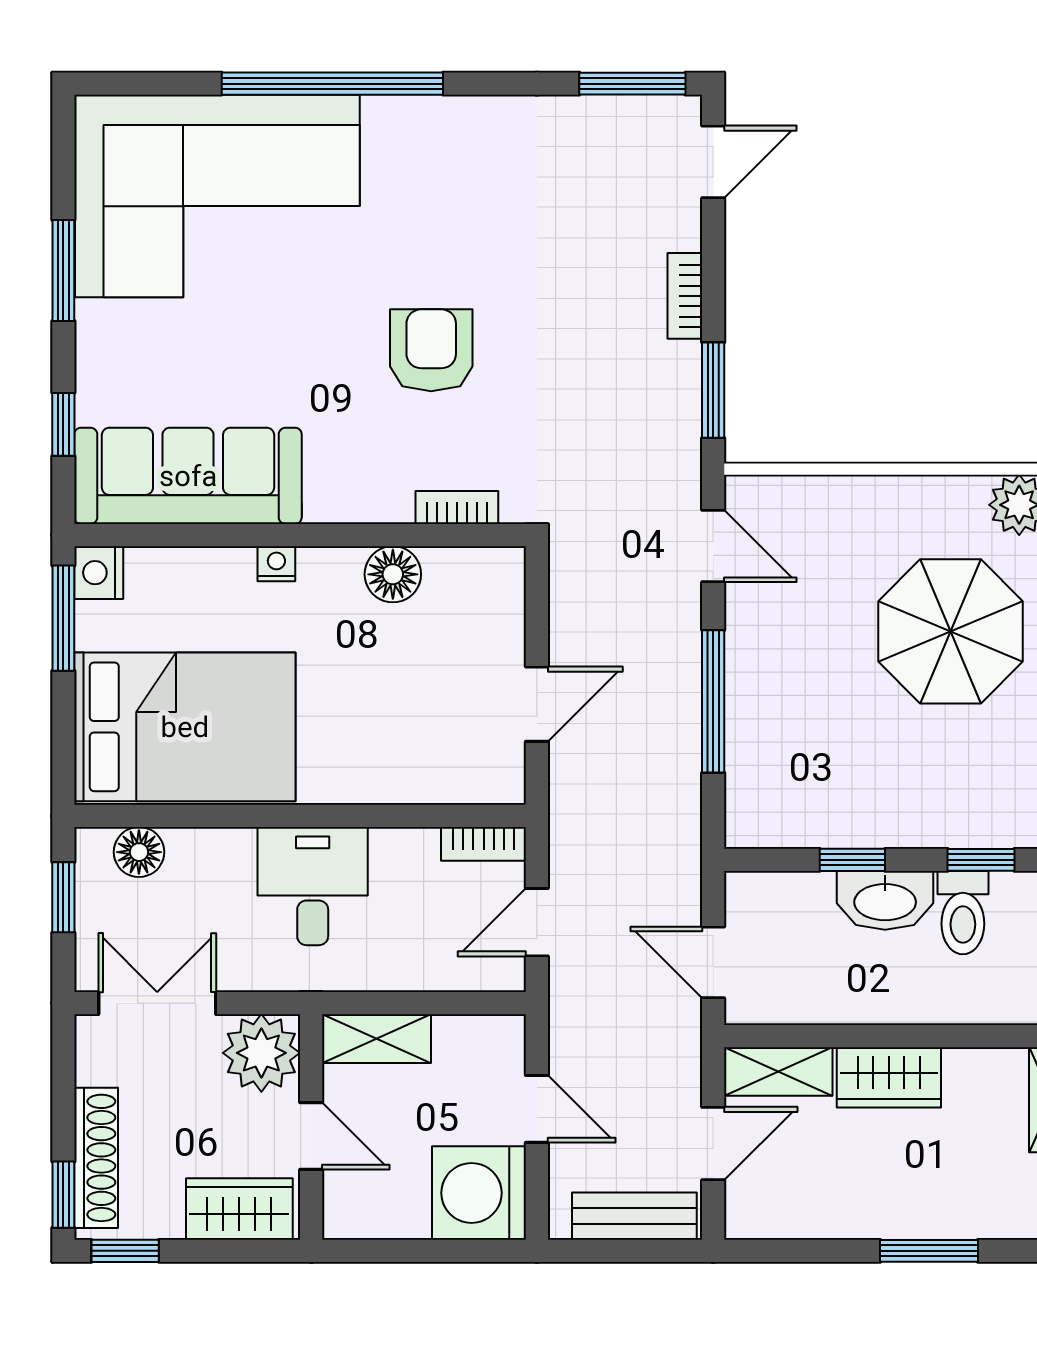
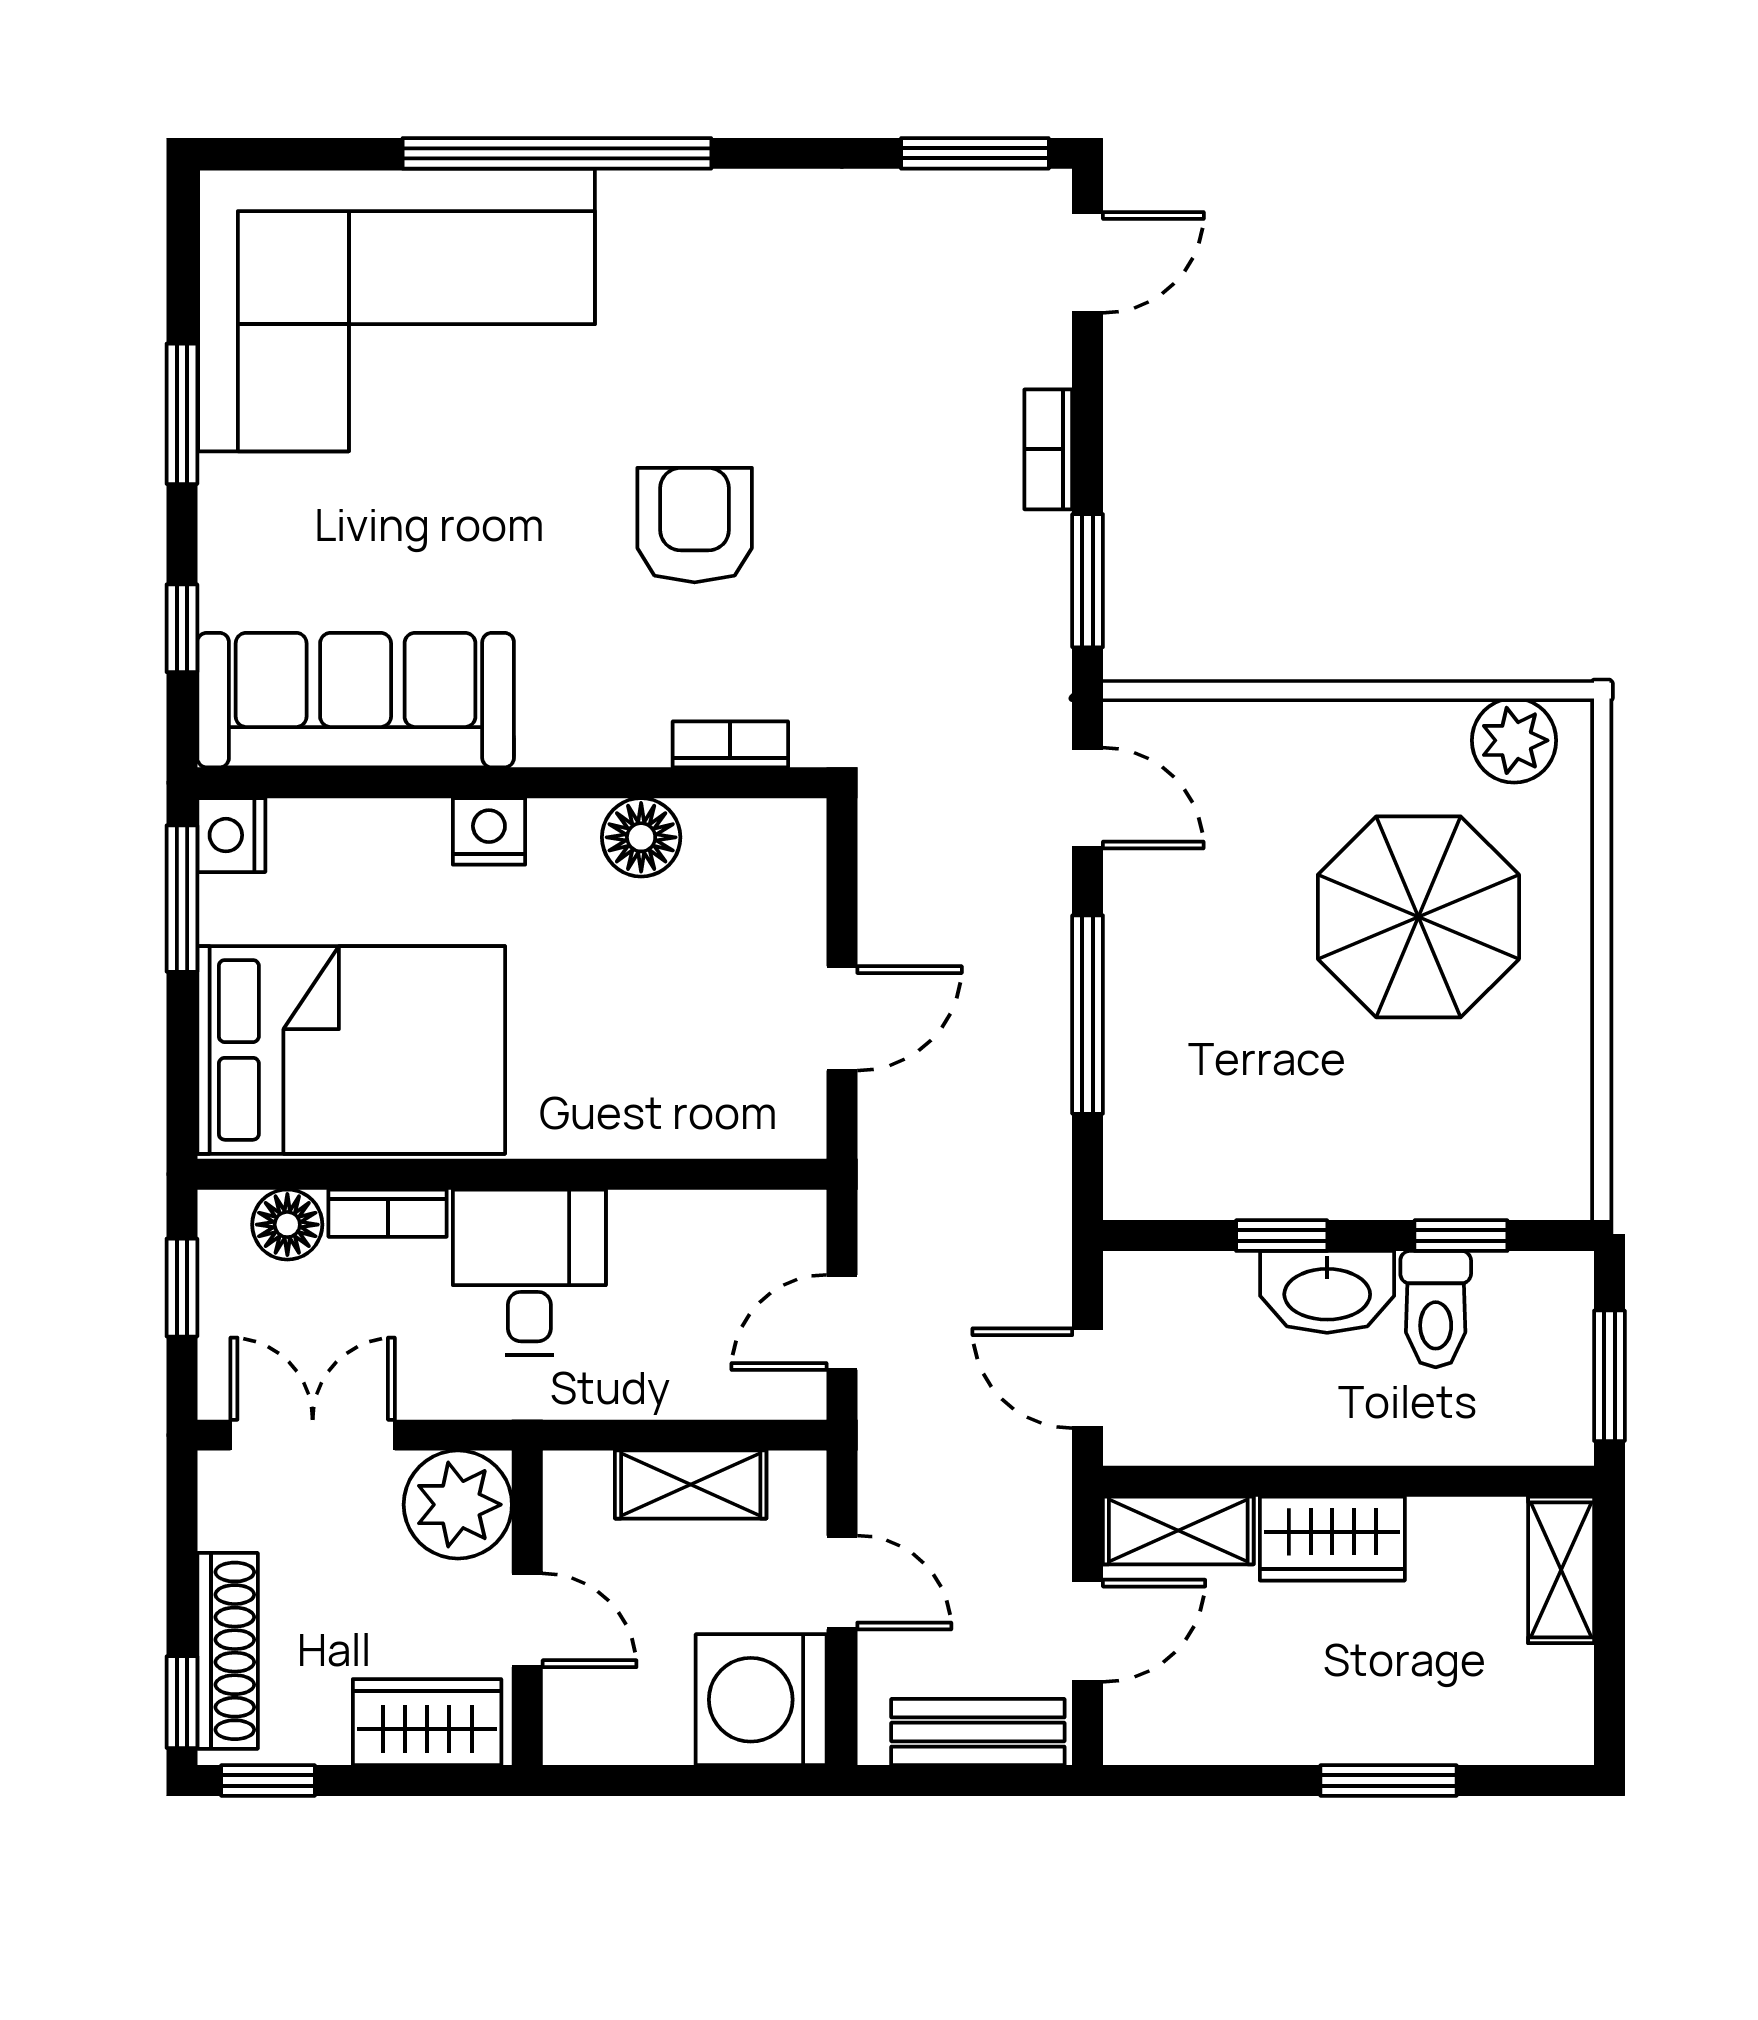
nightstand: (276, 564) -> (489, 831), width x1.39, depth x1.35
bookcase: (484, 844) -> (388, 1213), moved
shelving: (377, 1039) -> (691, 1485), moved

